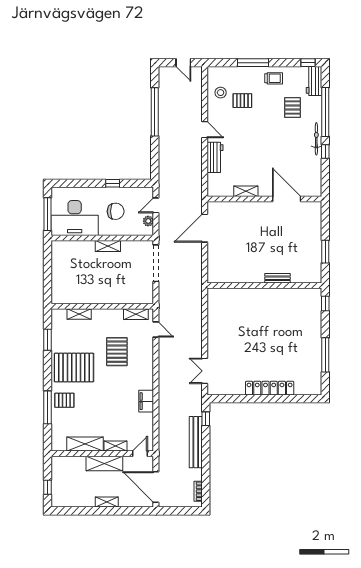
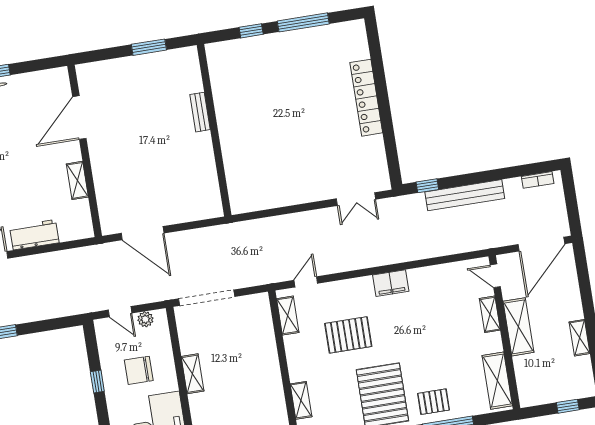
chair: (116, 211) -> (139, 370), turned -90
window: (325, 303) -> (251, 31), moved
pallet: (64, 400) -> (434, 402), turned 90
filing cabinet: (146, 401) -> (391, 283), moved
shelving: (85, 444) -> (497, 381), moved
shelving: (107, 502) -> (580, 338), moved

